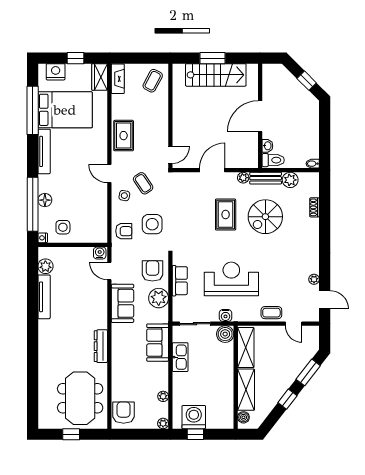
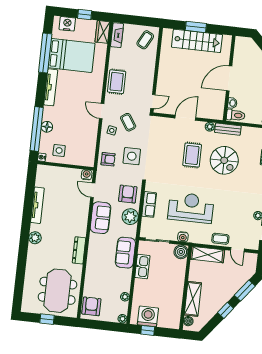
plant: (290, 180) -> (248, 133), removed
spiral stairs: (265, 217) -> (224, 160), turned -90
plant: (45, 266) -> (35, 238), moved
shelving: (246, 348) -> (207, 255), moved, turned 90

